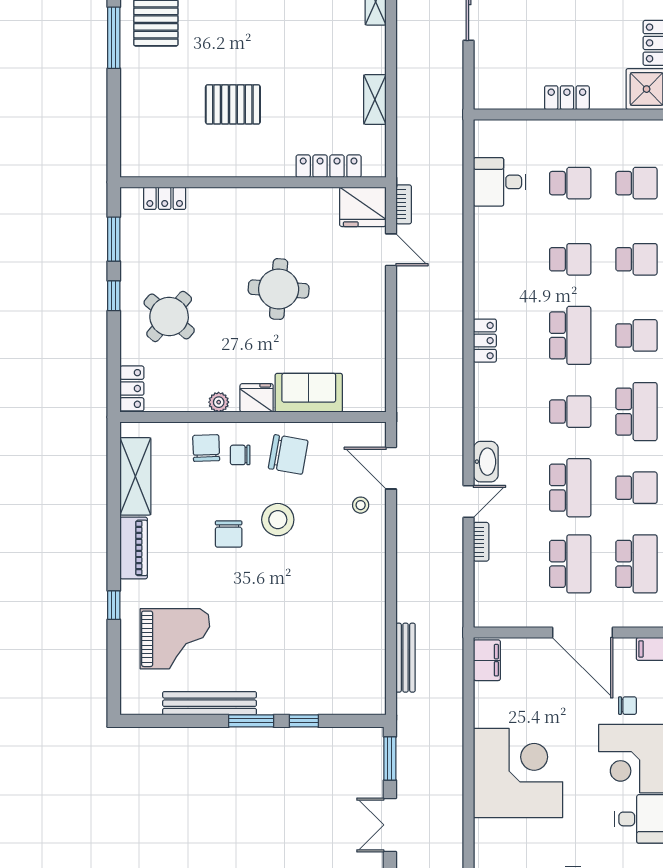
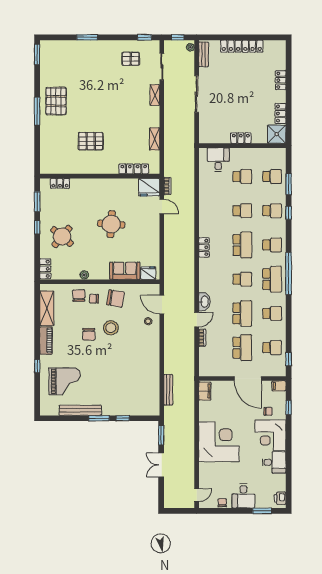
desk: (500, 182) -> (218, 160), moved, turned 90
fridge: (257, 398) -> (148, 273), moved
school desk: (636, 564) -> (272, 348), width x0.54

